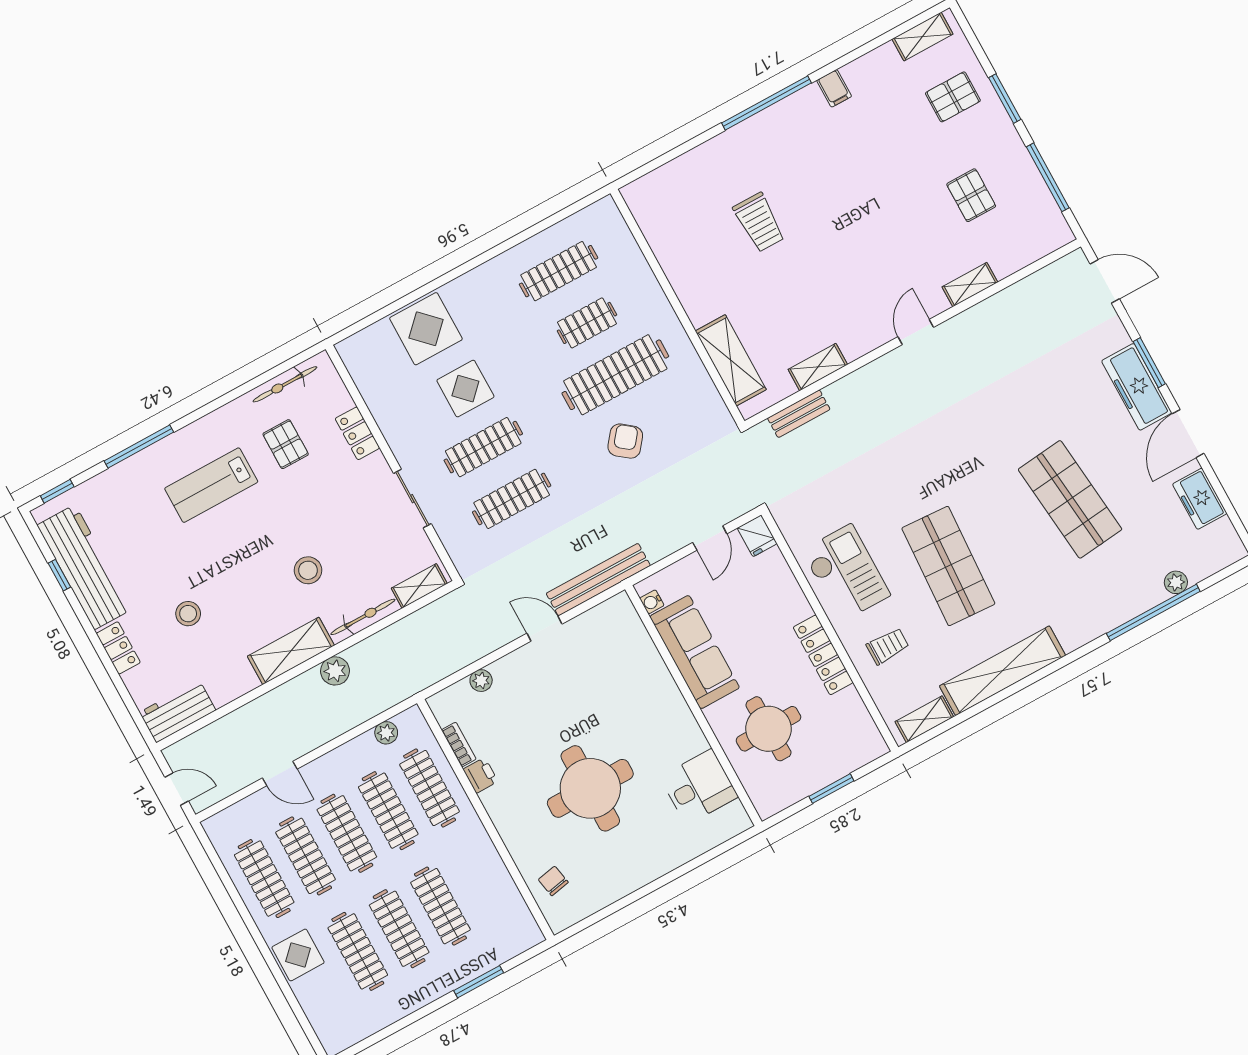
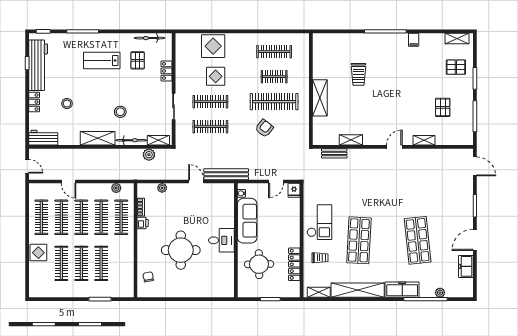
shelving: (731, 360) -> (320, 98), moved
freezer: (1137, 387) -> (402, 290), moved, turned 90
locker: (823, 655) -> (294, 264), moved
plant: (335, 671) -> (149, 155), moved
desk: (699, 787) -> (221, 240), moved

